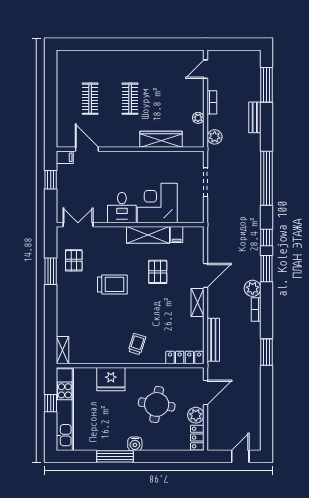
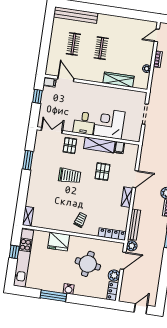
bench: (87, 58) -> (76, 15), added
plant: (215, 137) -> (132, 246), moved
pallet: (74, 260) -> (70, 146), moved

